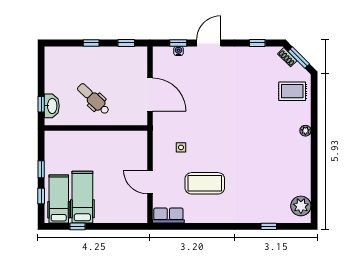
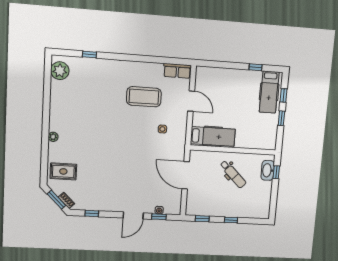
hospital bed: (82, 197) -> (213, 136), moved, turned -90

